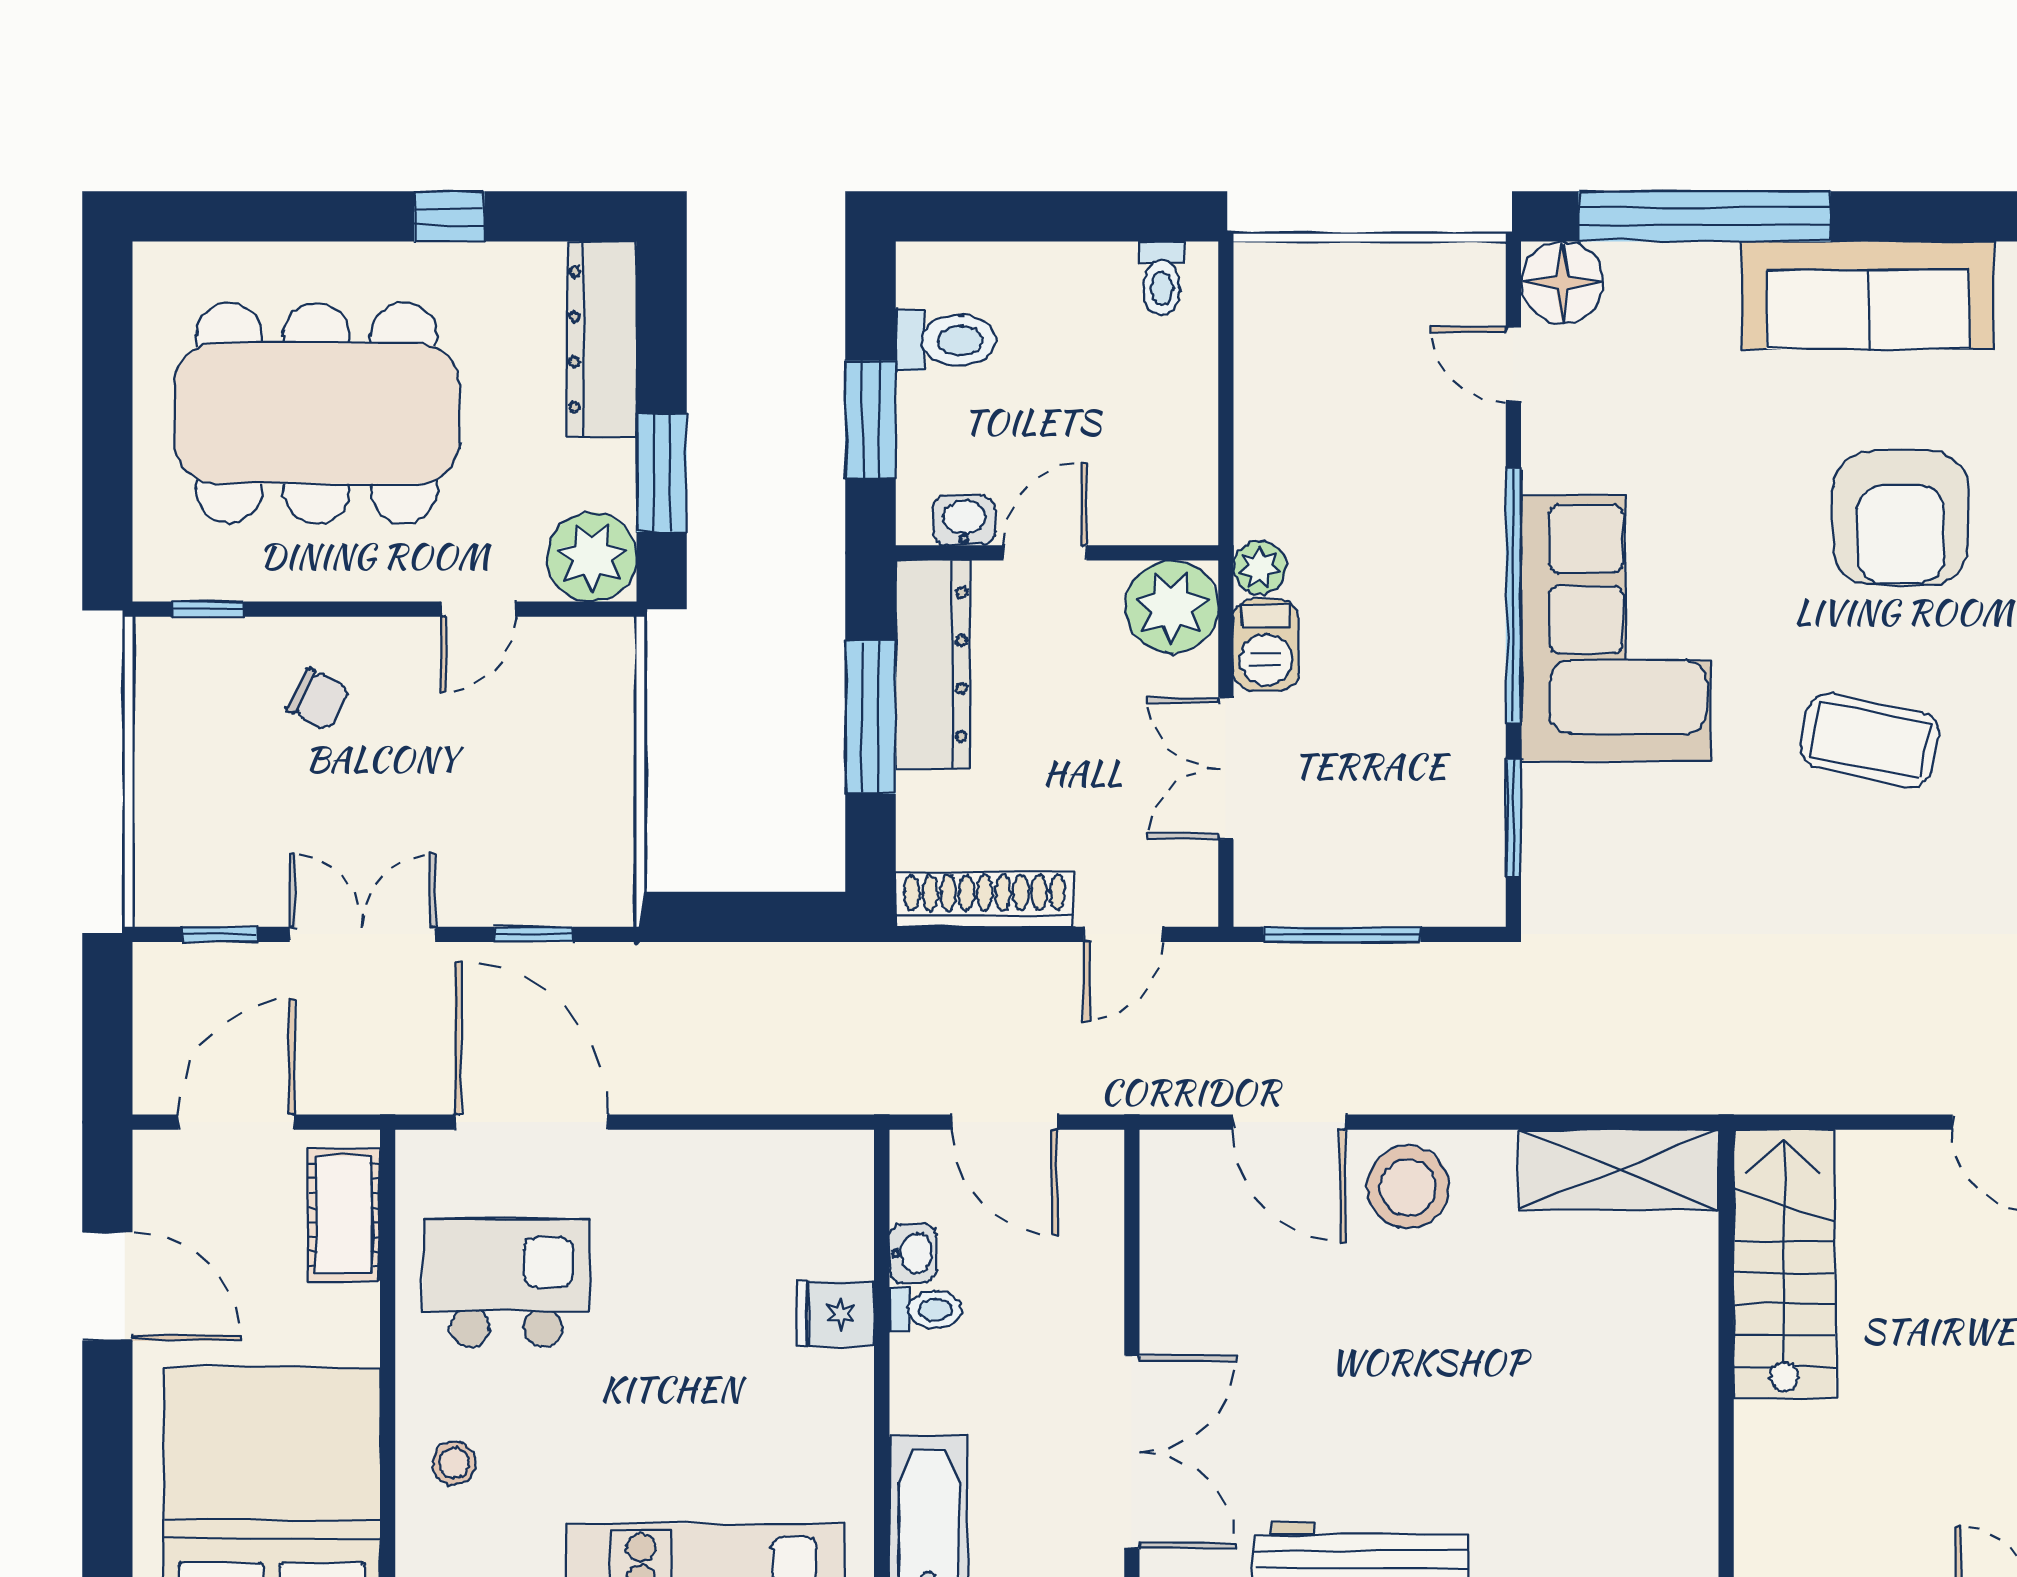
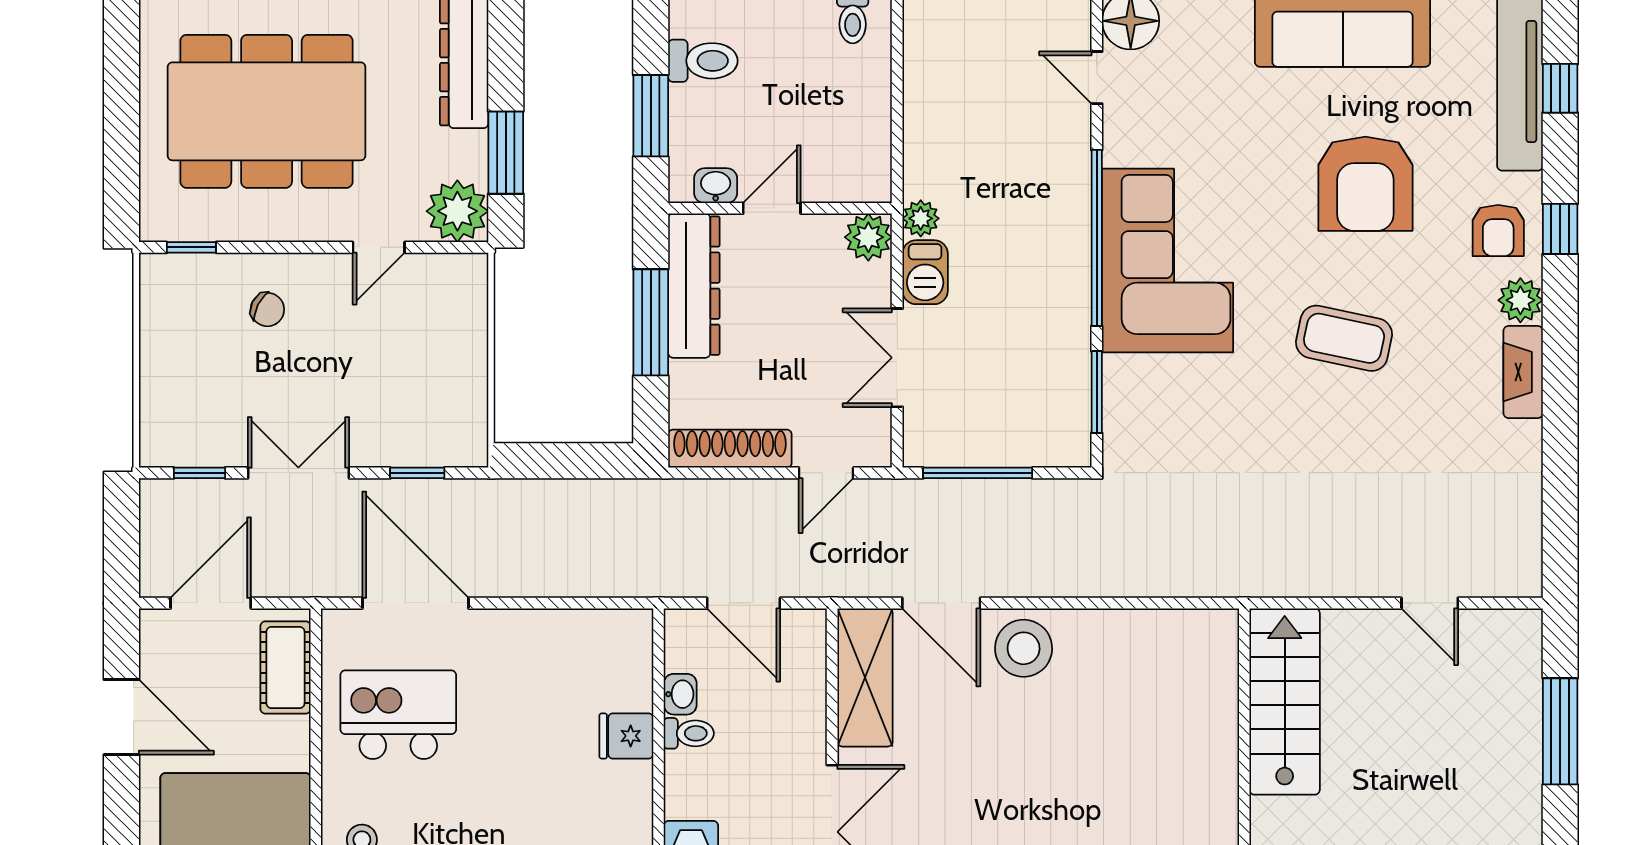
plant: (1172, 607) -> (868, 237), width x0.73, depth x0.73
shelving: (1619, 1169) -> (865, 677), moved, turned 90

